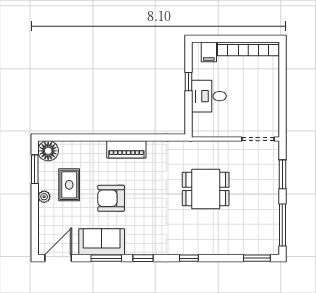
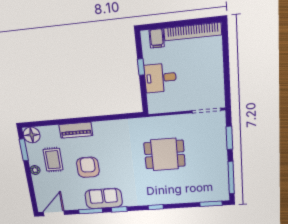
piano: (126, 149) -> (76, 130), moved
armchair: (111, 198) -> (88, 167), turned 90
sofa: (102, 242) -> (104, 199), moved

